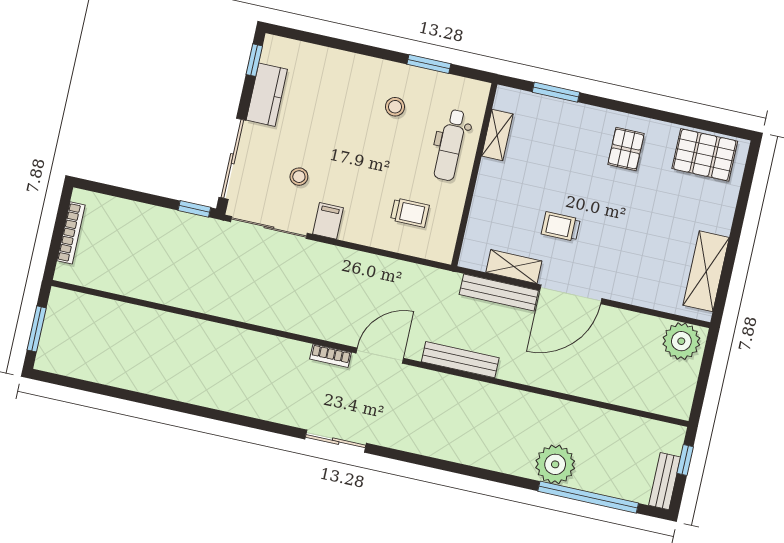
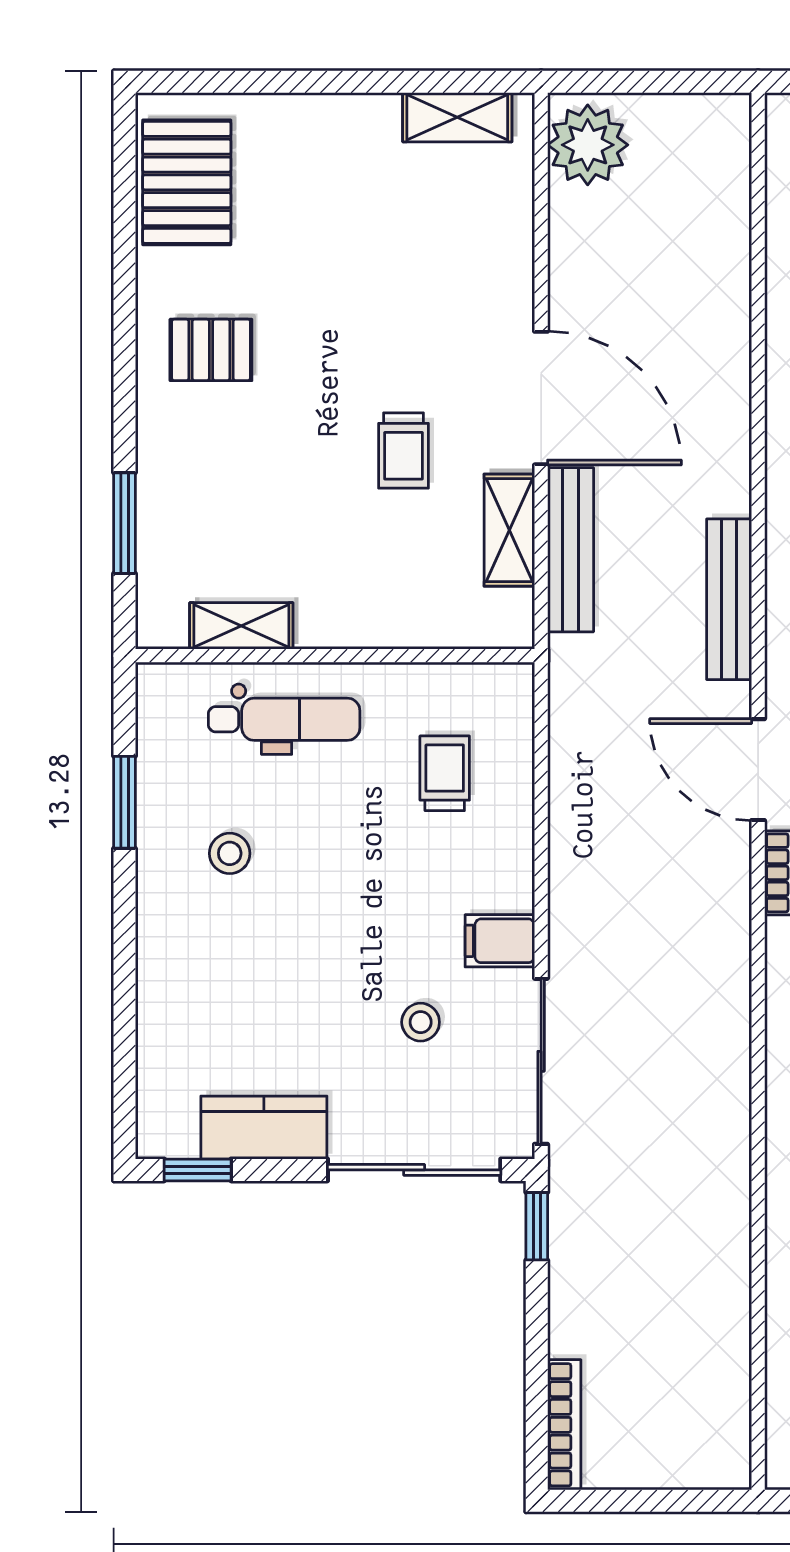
bookcase: (71, 233) -> (564, 1425), moved, turned 90
shelving: (706, 271) -> (457, 117), width x0.67, depth x0.75

